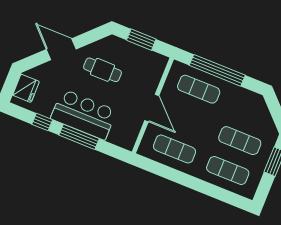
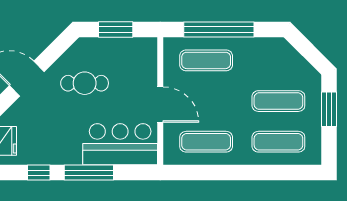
bar counter: (84, 114) -> (120, 144), moved

